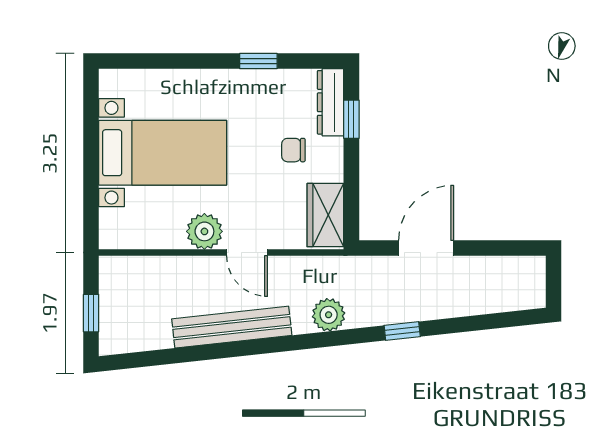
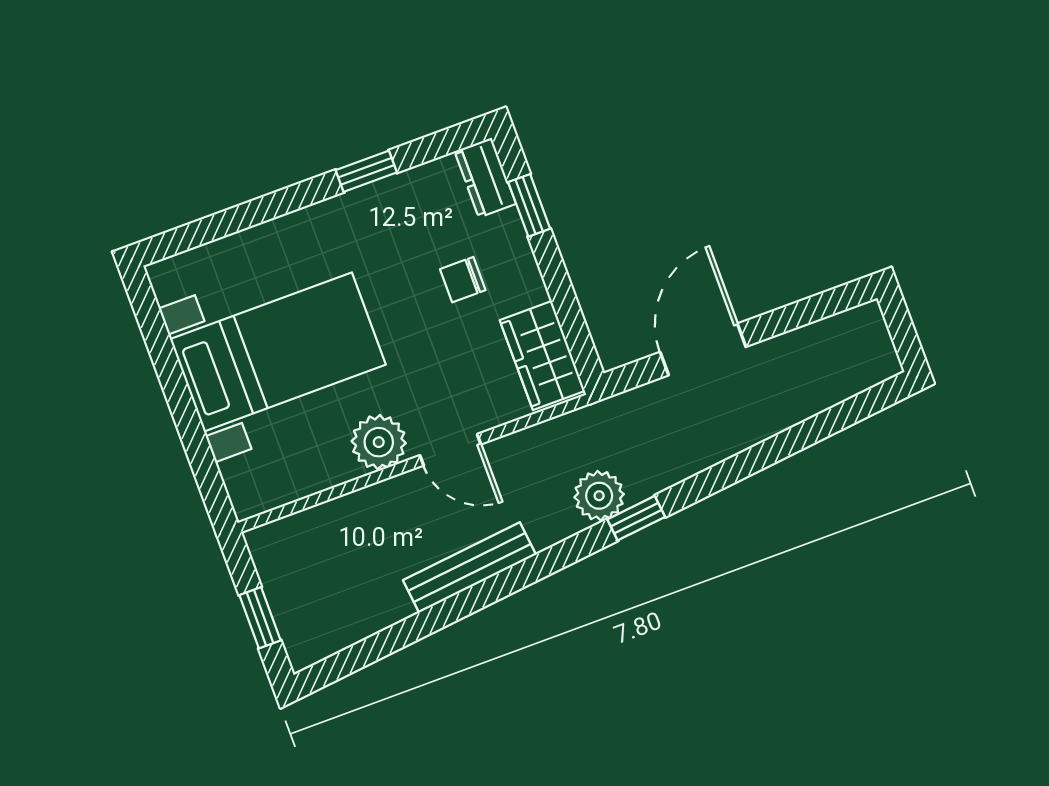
dresser: (331, 102) -> (485, 178), width x0.70
bench: (232, 327) -> (469, 567), width x0.73, depth x0.82
window: (402, 331) -> (636, 518), moved

